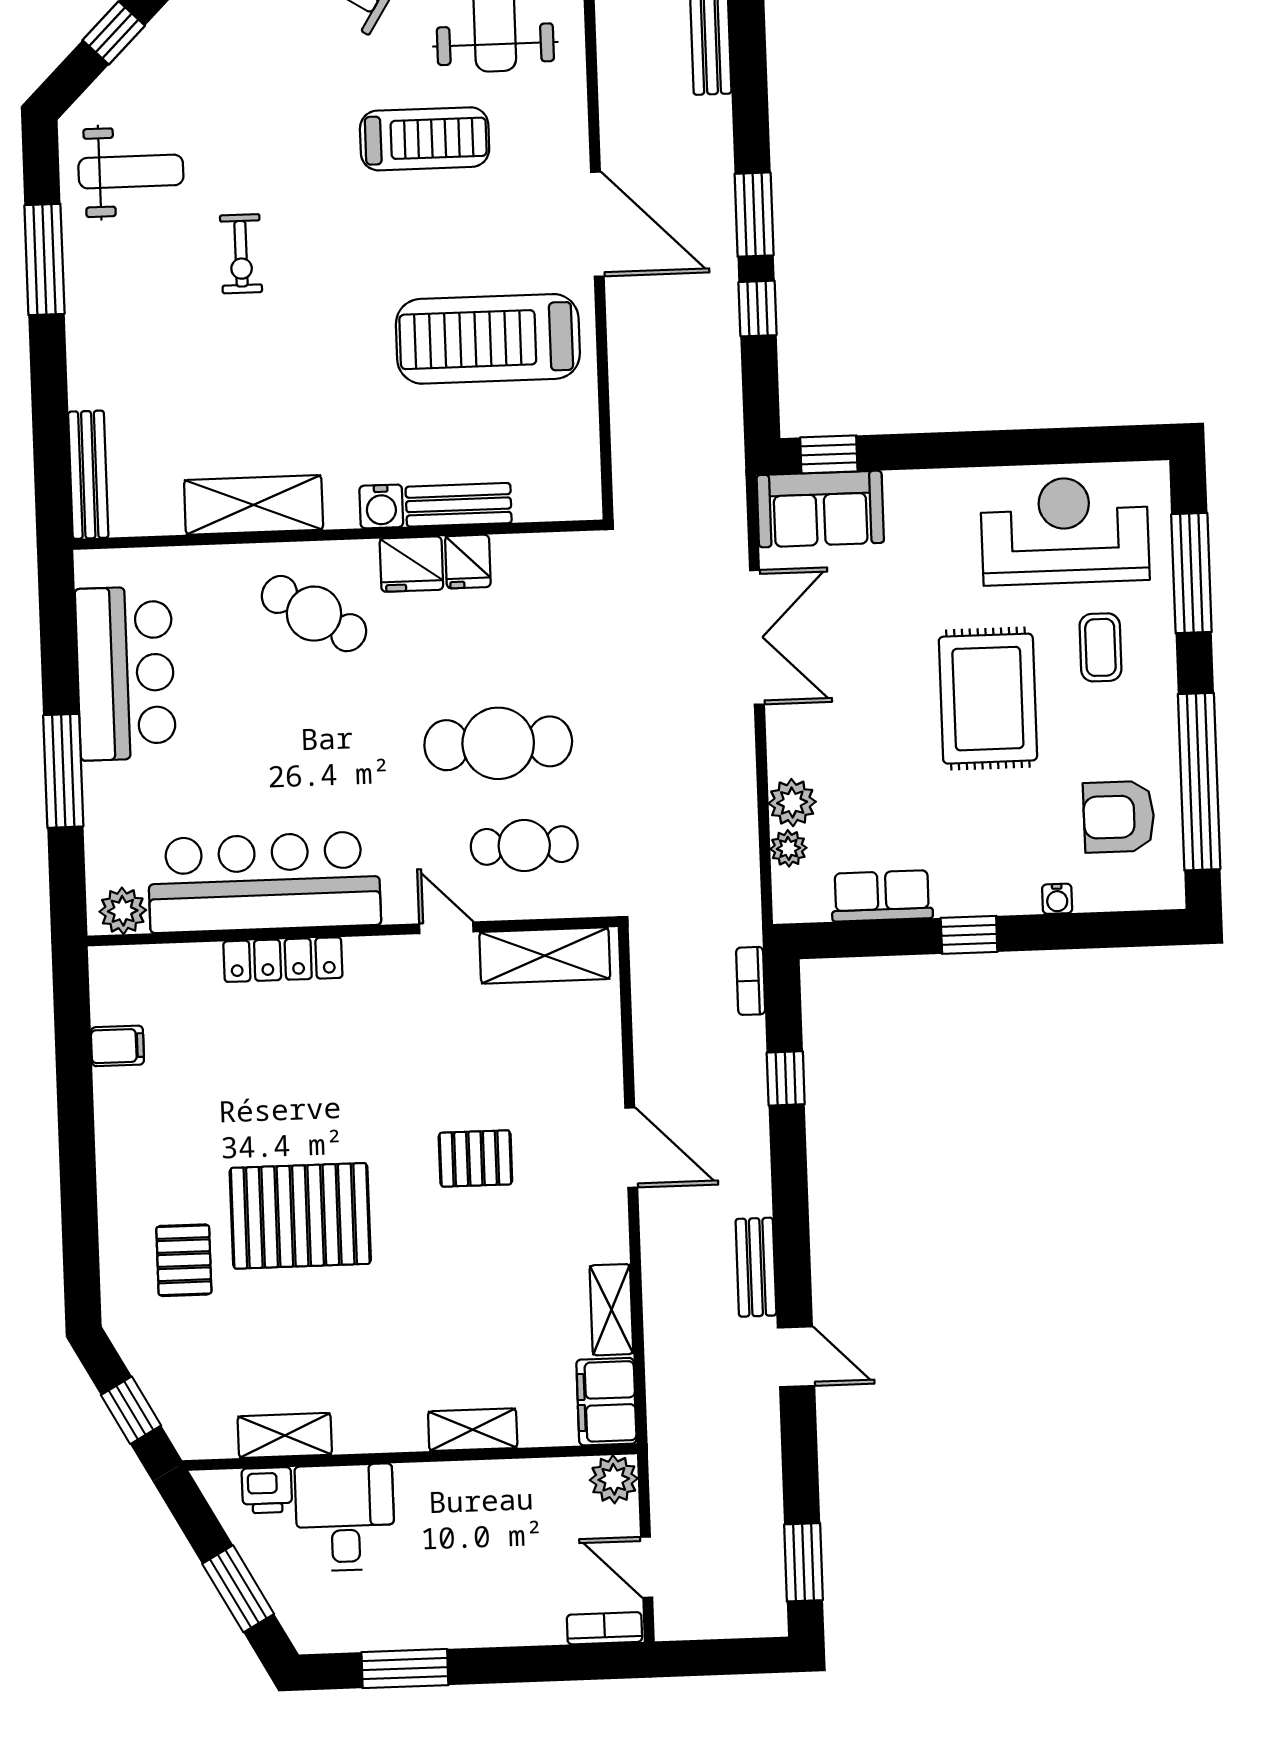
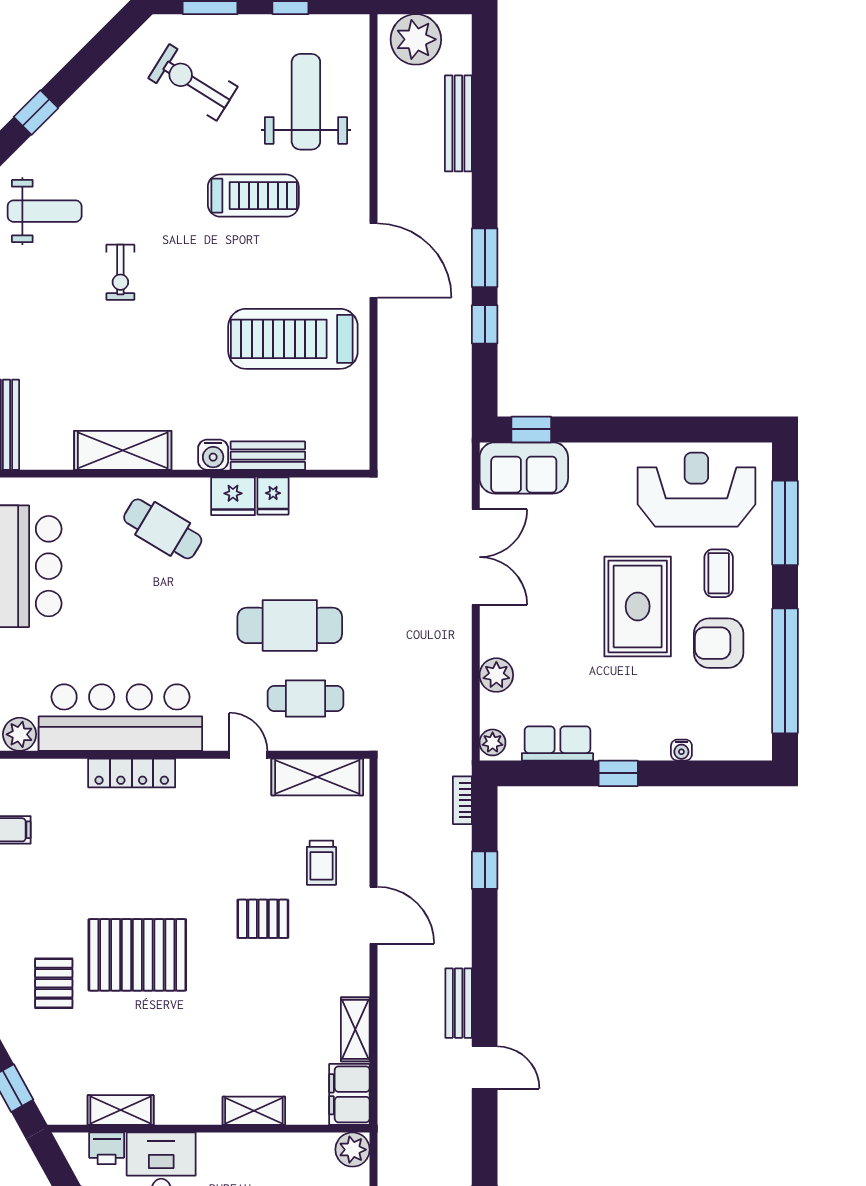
armchair: (1119, 817) -> (719, 643), moved
plant: (788, 848) -> (493, 742), moved
trolley: (555, 1076) -> (321, 863), added

